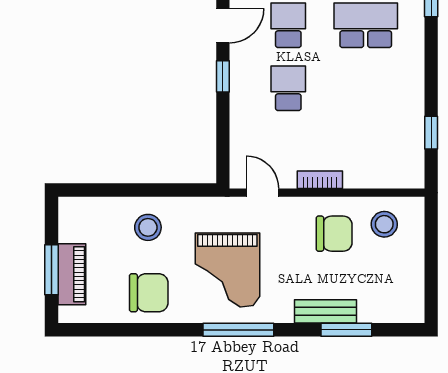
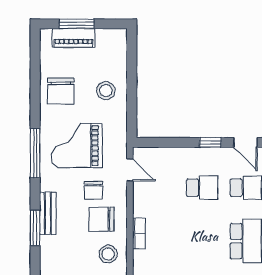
bookcase: (320, 180) -> (139, 233), moved
door: (263, 193) -> (130, 170), hinge flipped
chair: (334, 234) -> (102, 219), turned 90
chair: (292, 245) -> (93, 190), added

